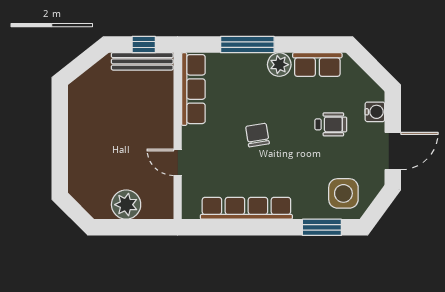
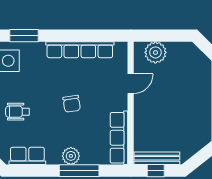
plant: (279, 65) -> (71, 156), moved
door: (178, 162) -> (131, 84), hinge flipped
plant: (126, 205) -> (155, 52), moved

